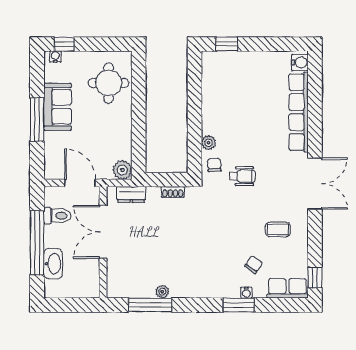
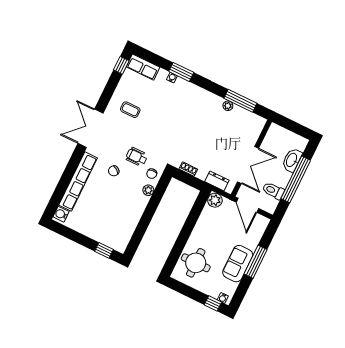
chair: (254, 265) -> (114, 171), moved

